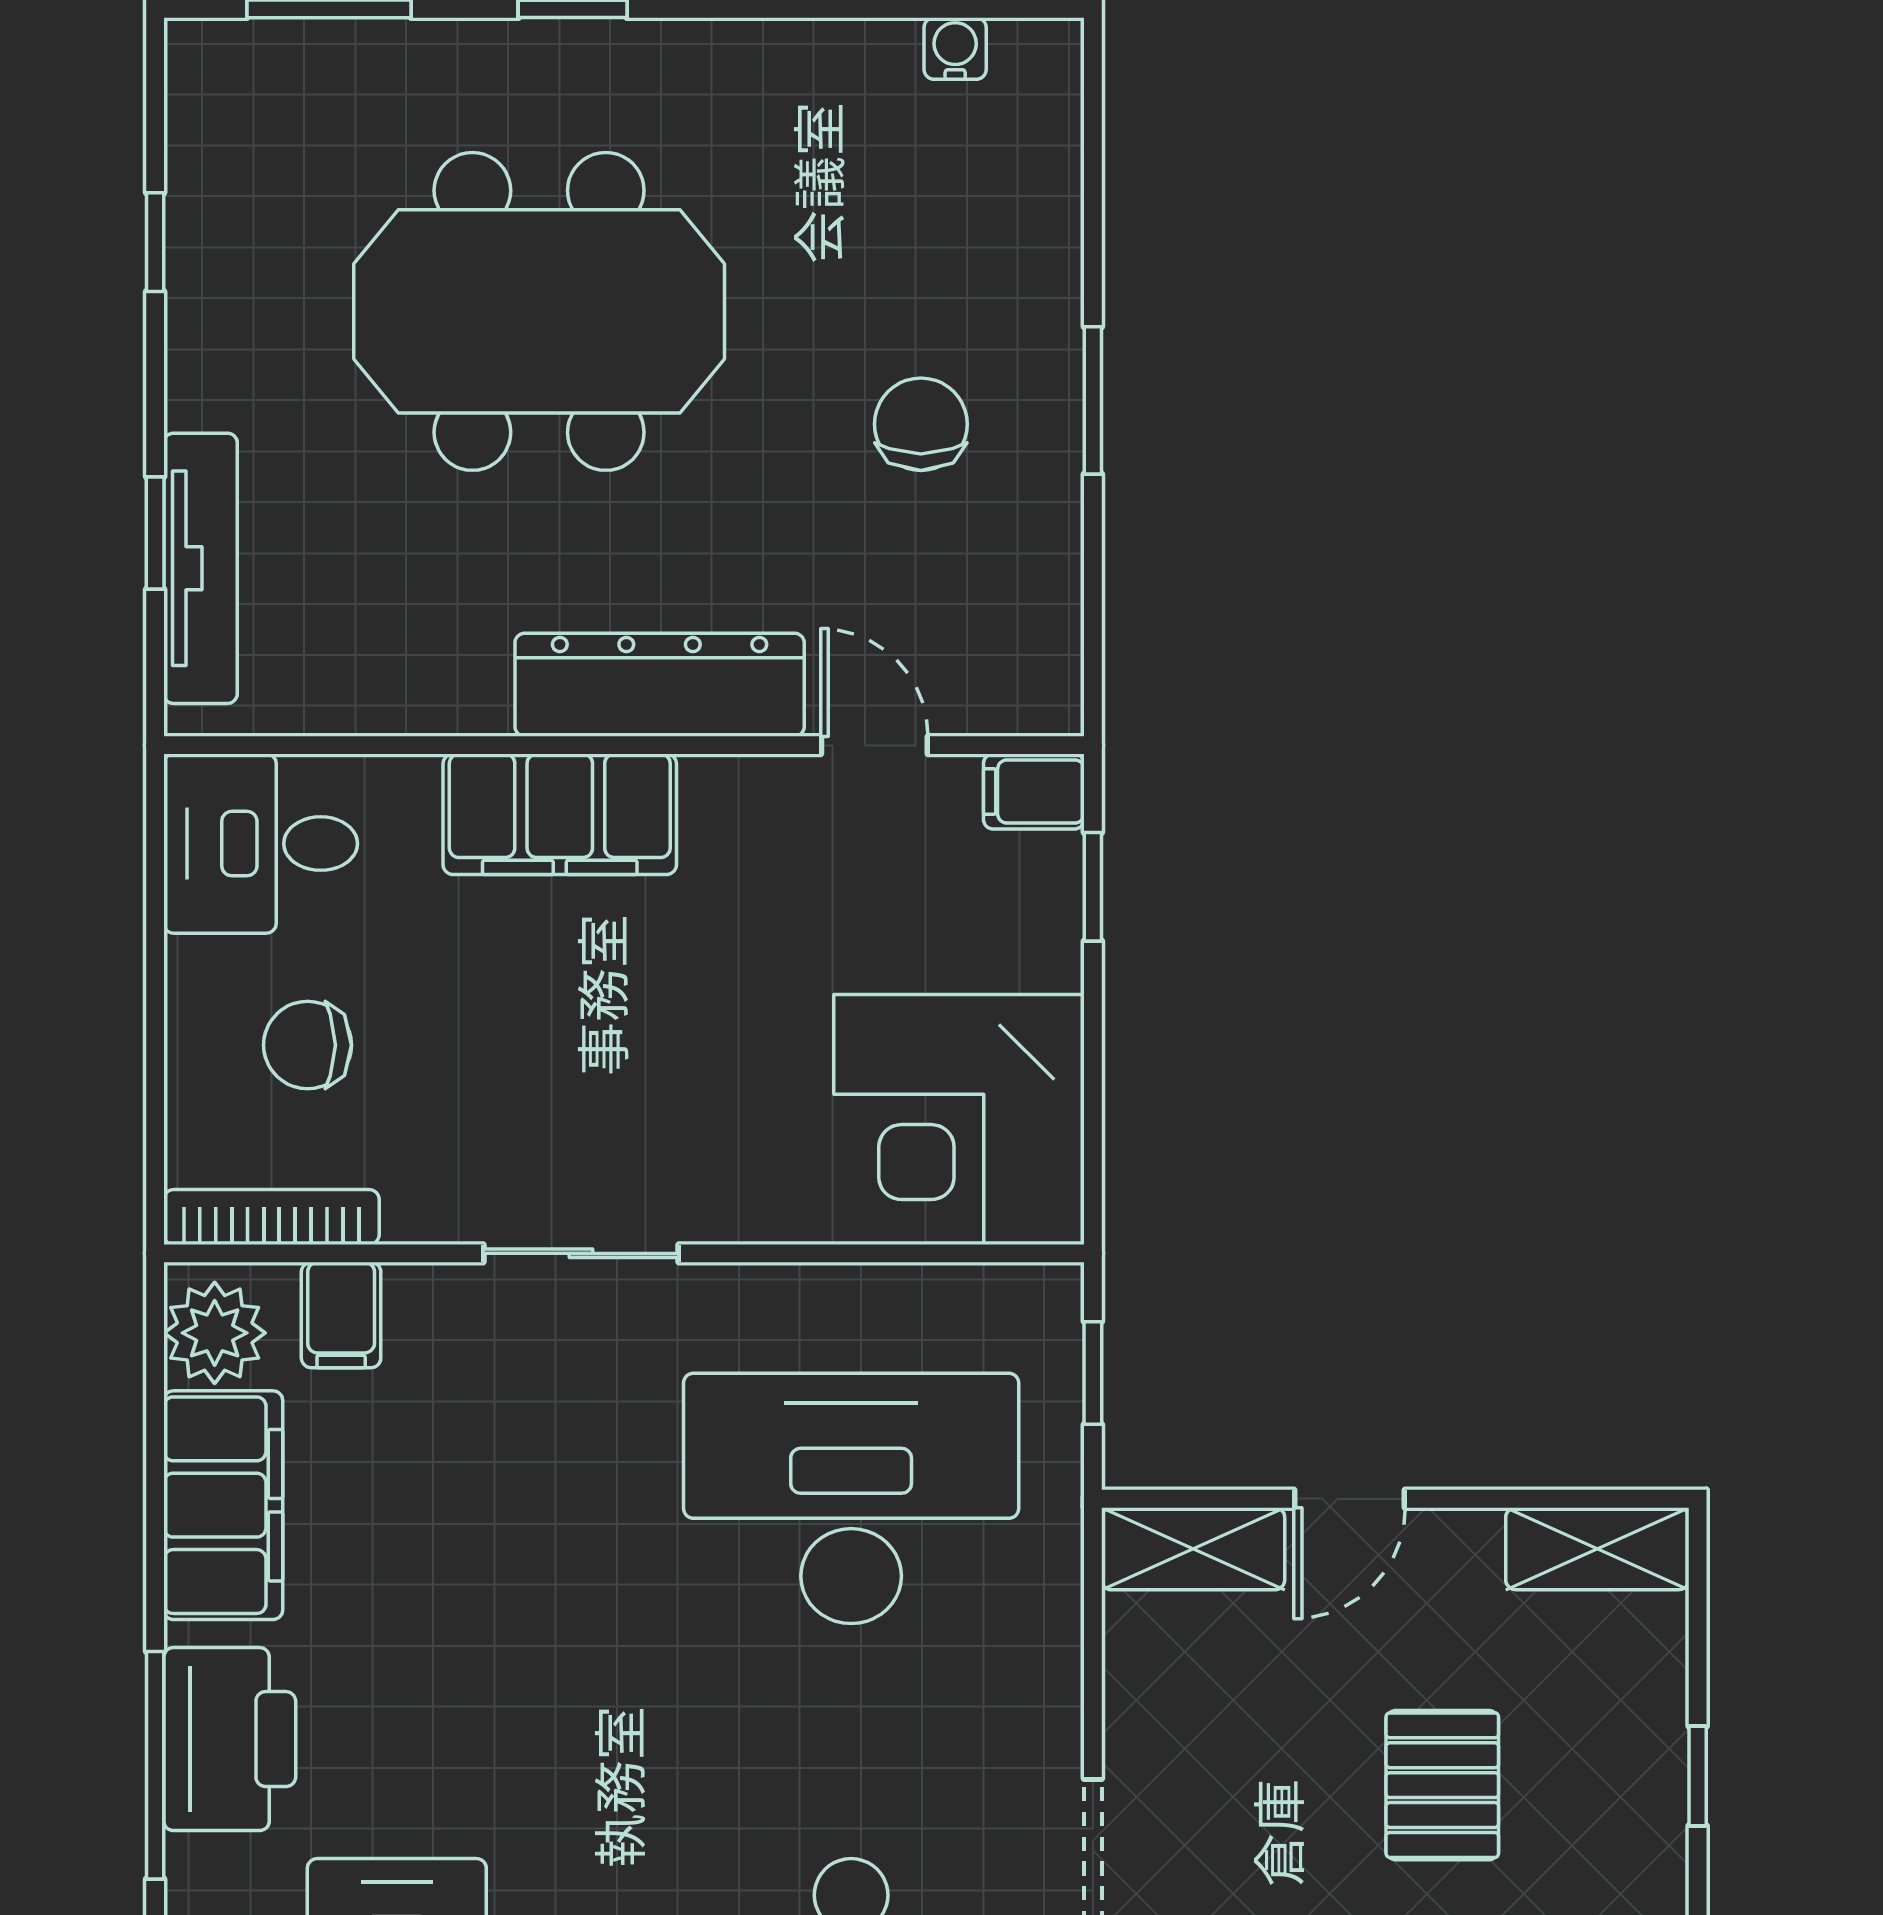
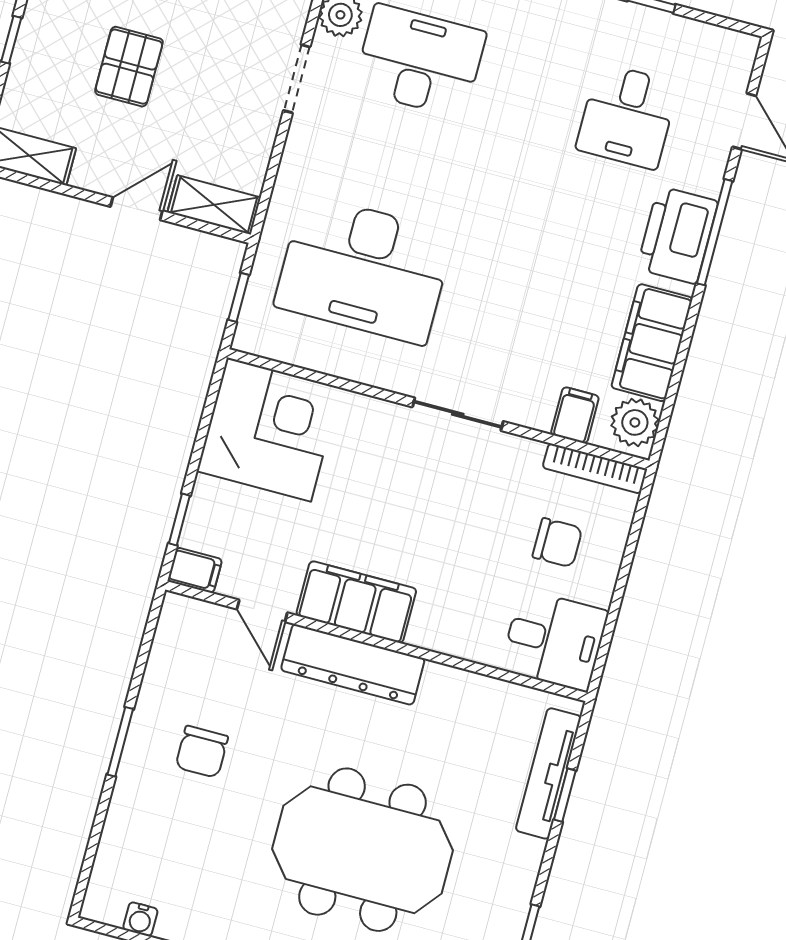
filing cabinet: (560, 814) -> (356, 602), moved

